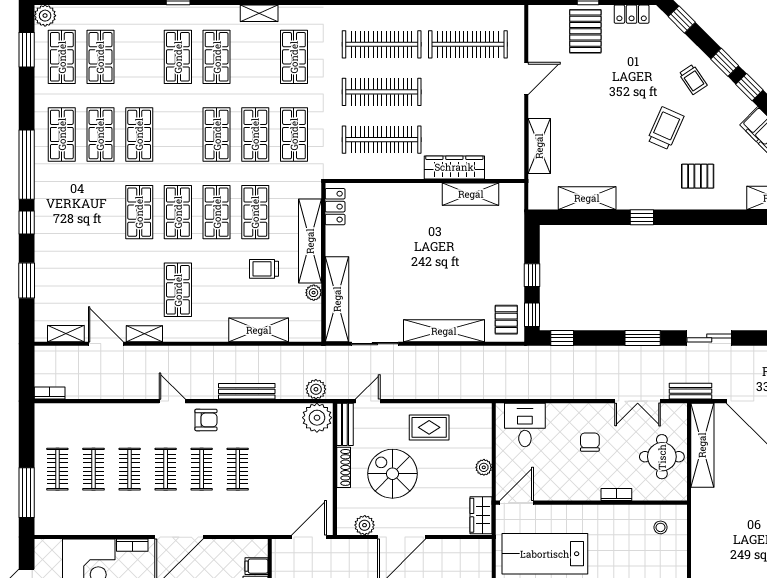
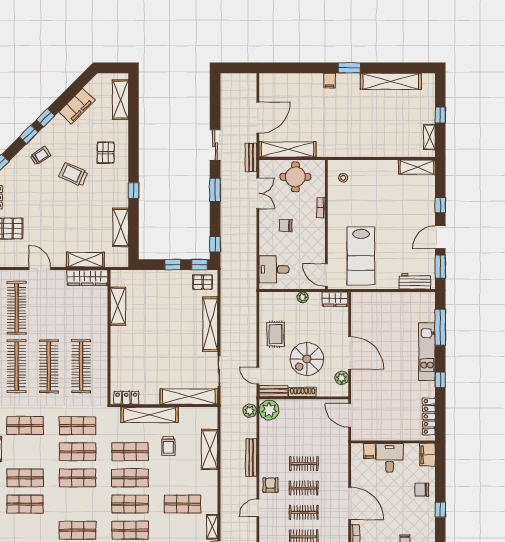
wardrobe: (454, 167) -> (87, 278), moved, turned -90
plant: (314, 293) -> (184, 412), removed

